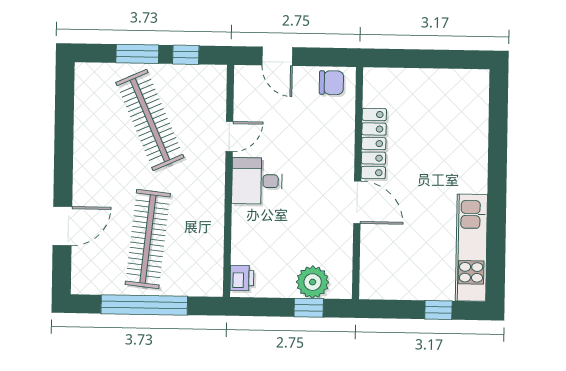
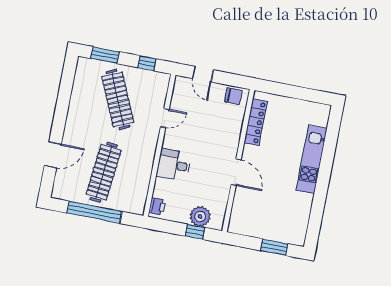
window: (137, 54) -> (105, 55), moved
locker: (374, 144) -> (256, 122), moved
desk: (257, 181) -> (174, 165), moved
kitchen unit: (471, 248) -> (312, 159), moved
window: (438, 310) -> (274, 247), width x1.50

